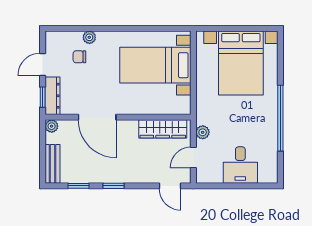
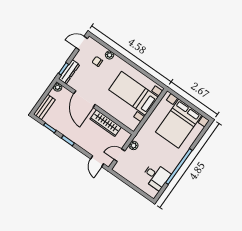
door: (43, 64) -> (82, 43), moved
wardrobe: (163, 129) -> (106, 123), moved
desk: (240, 165) -> (156, 176), moved, turned -90

